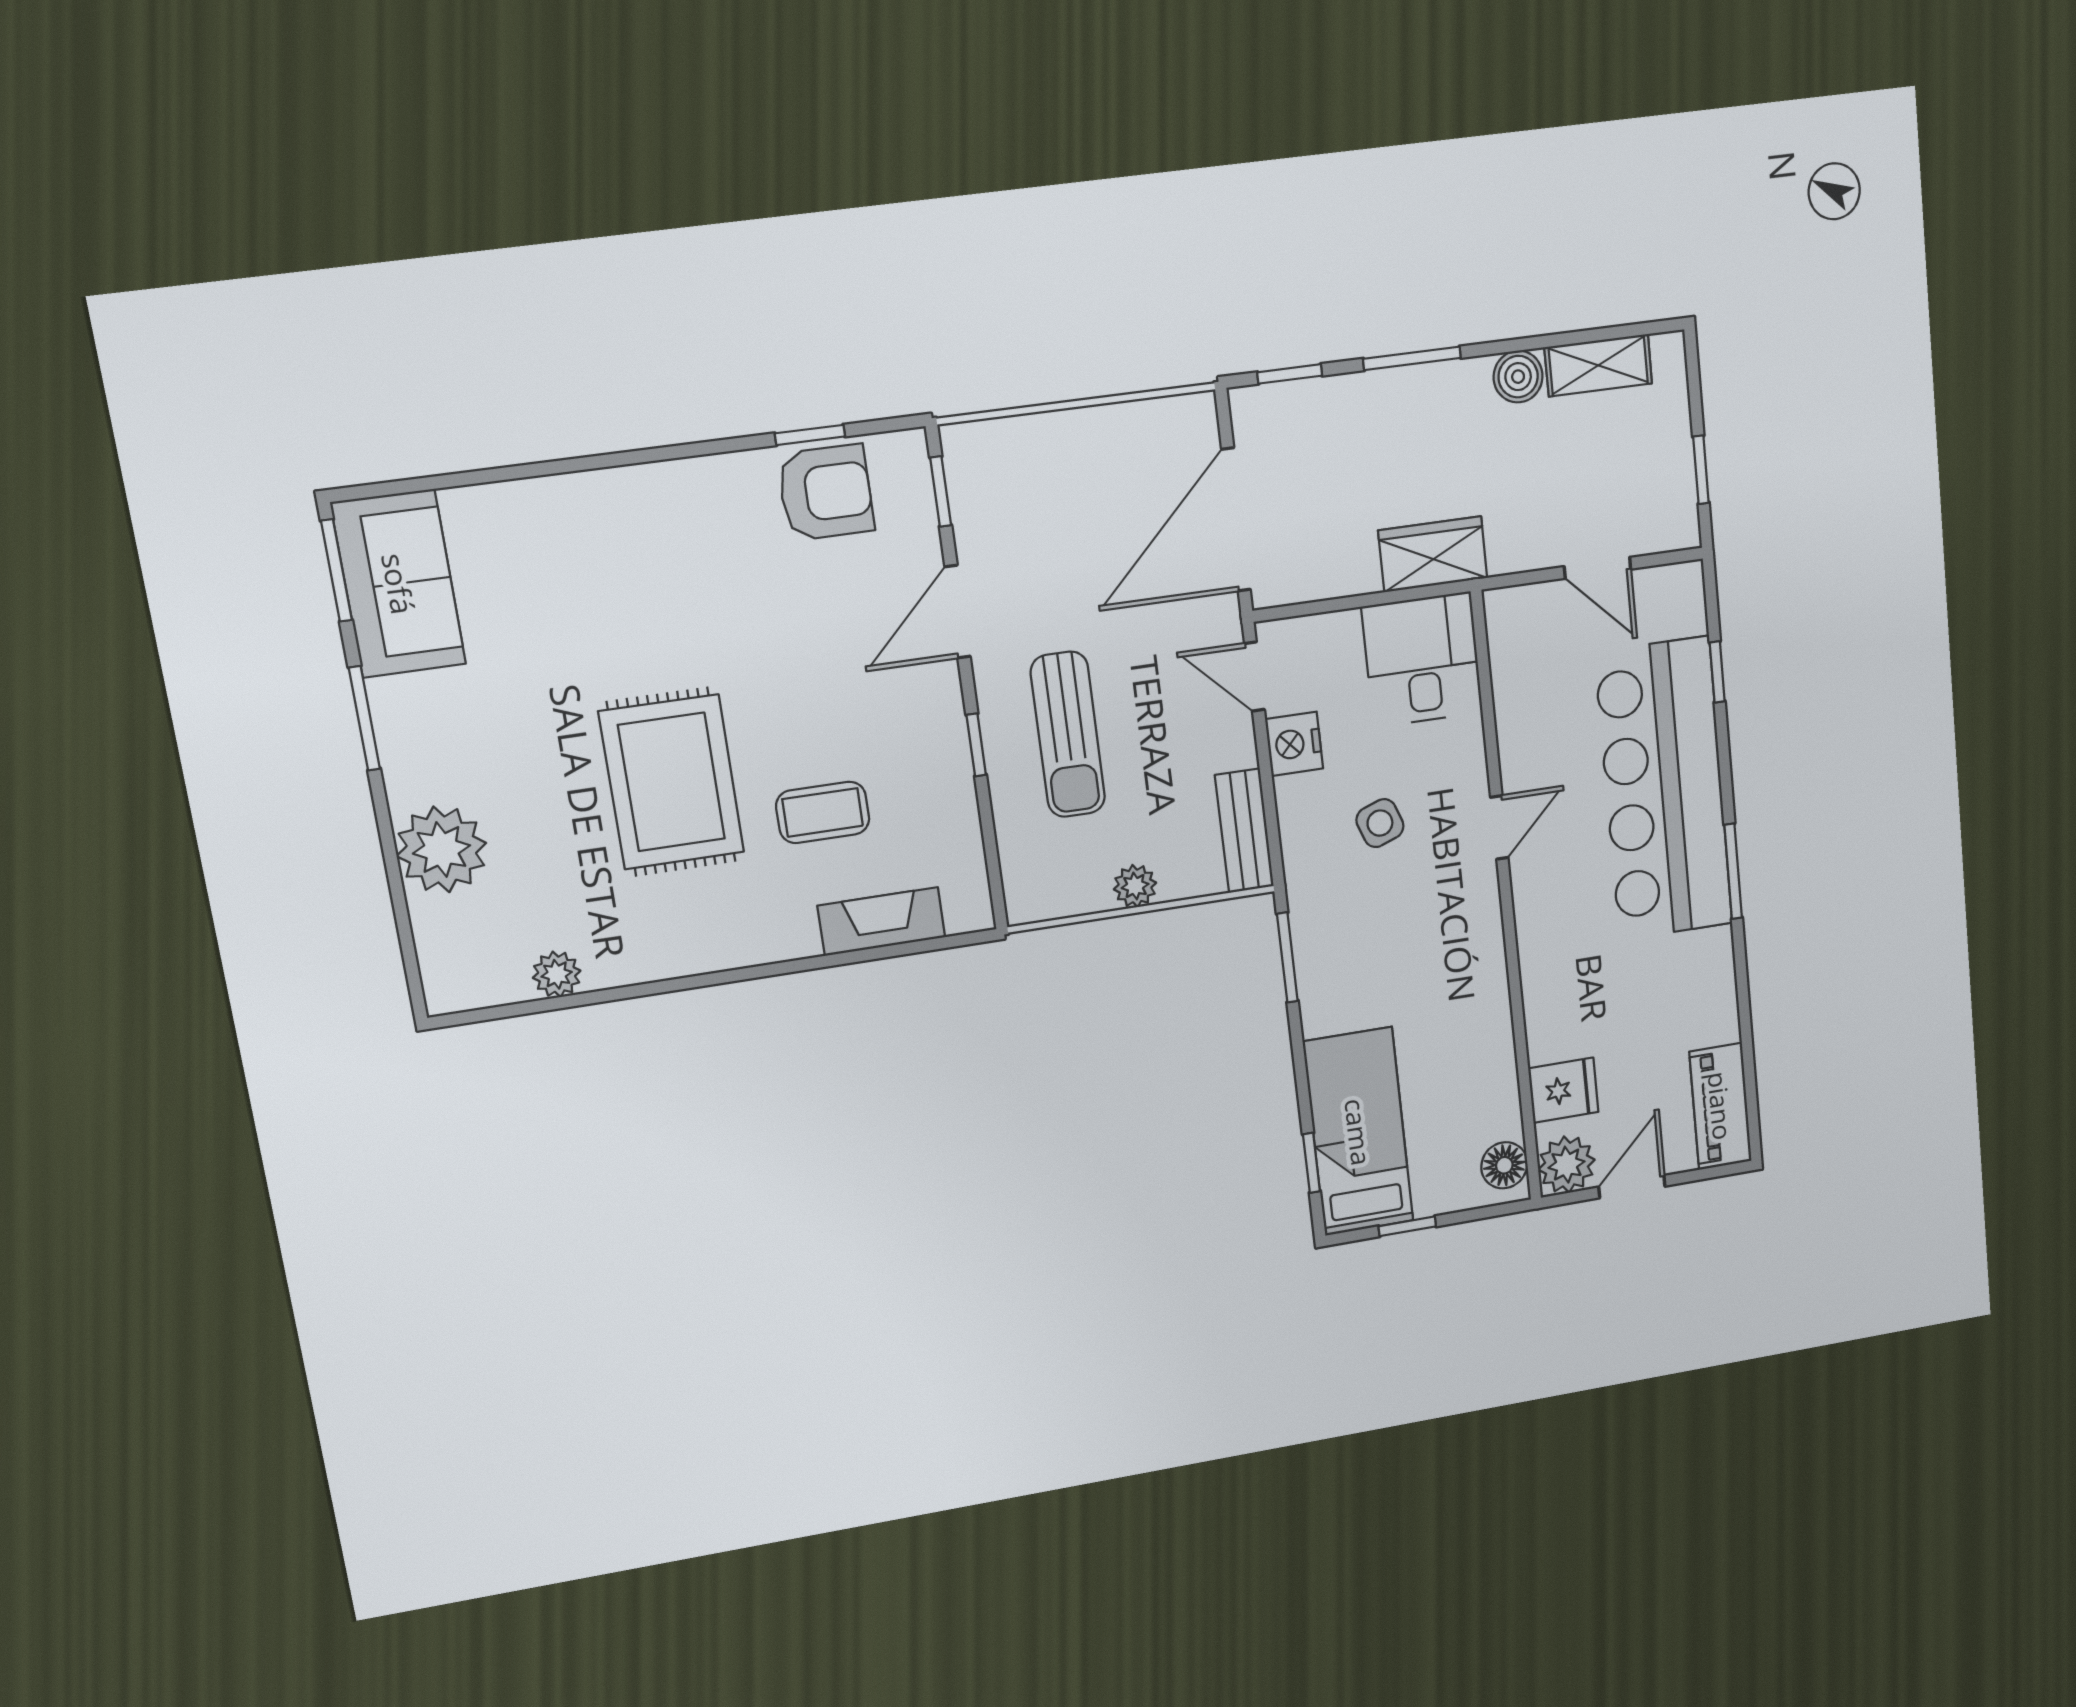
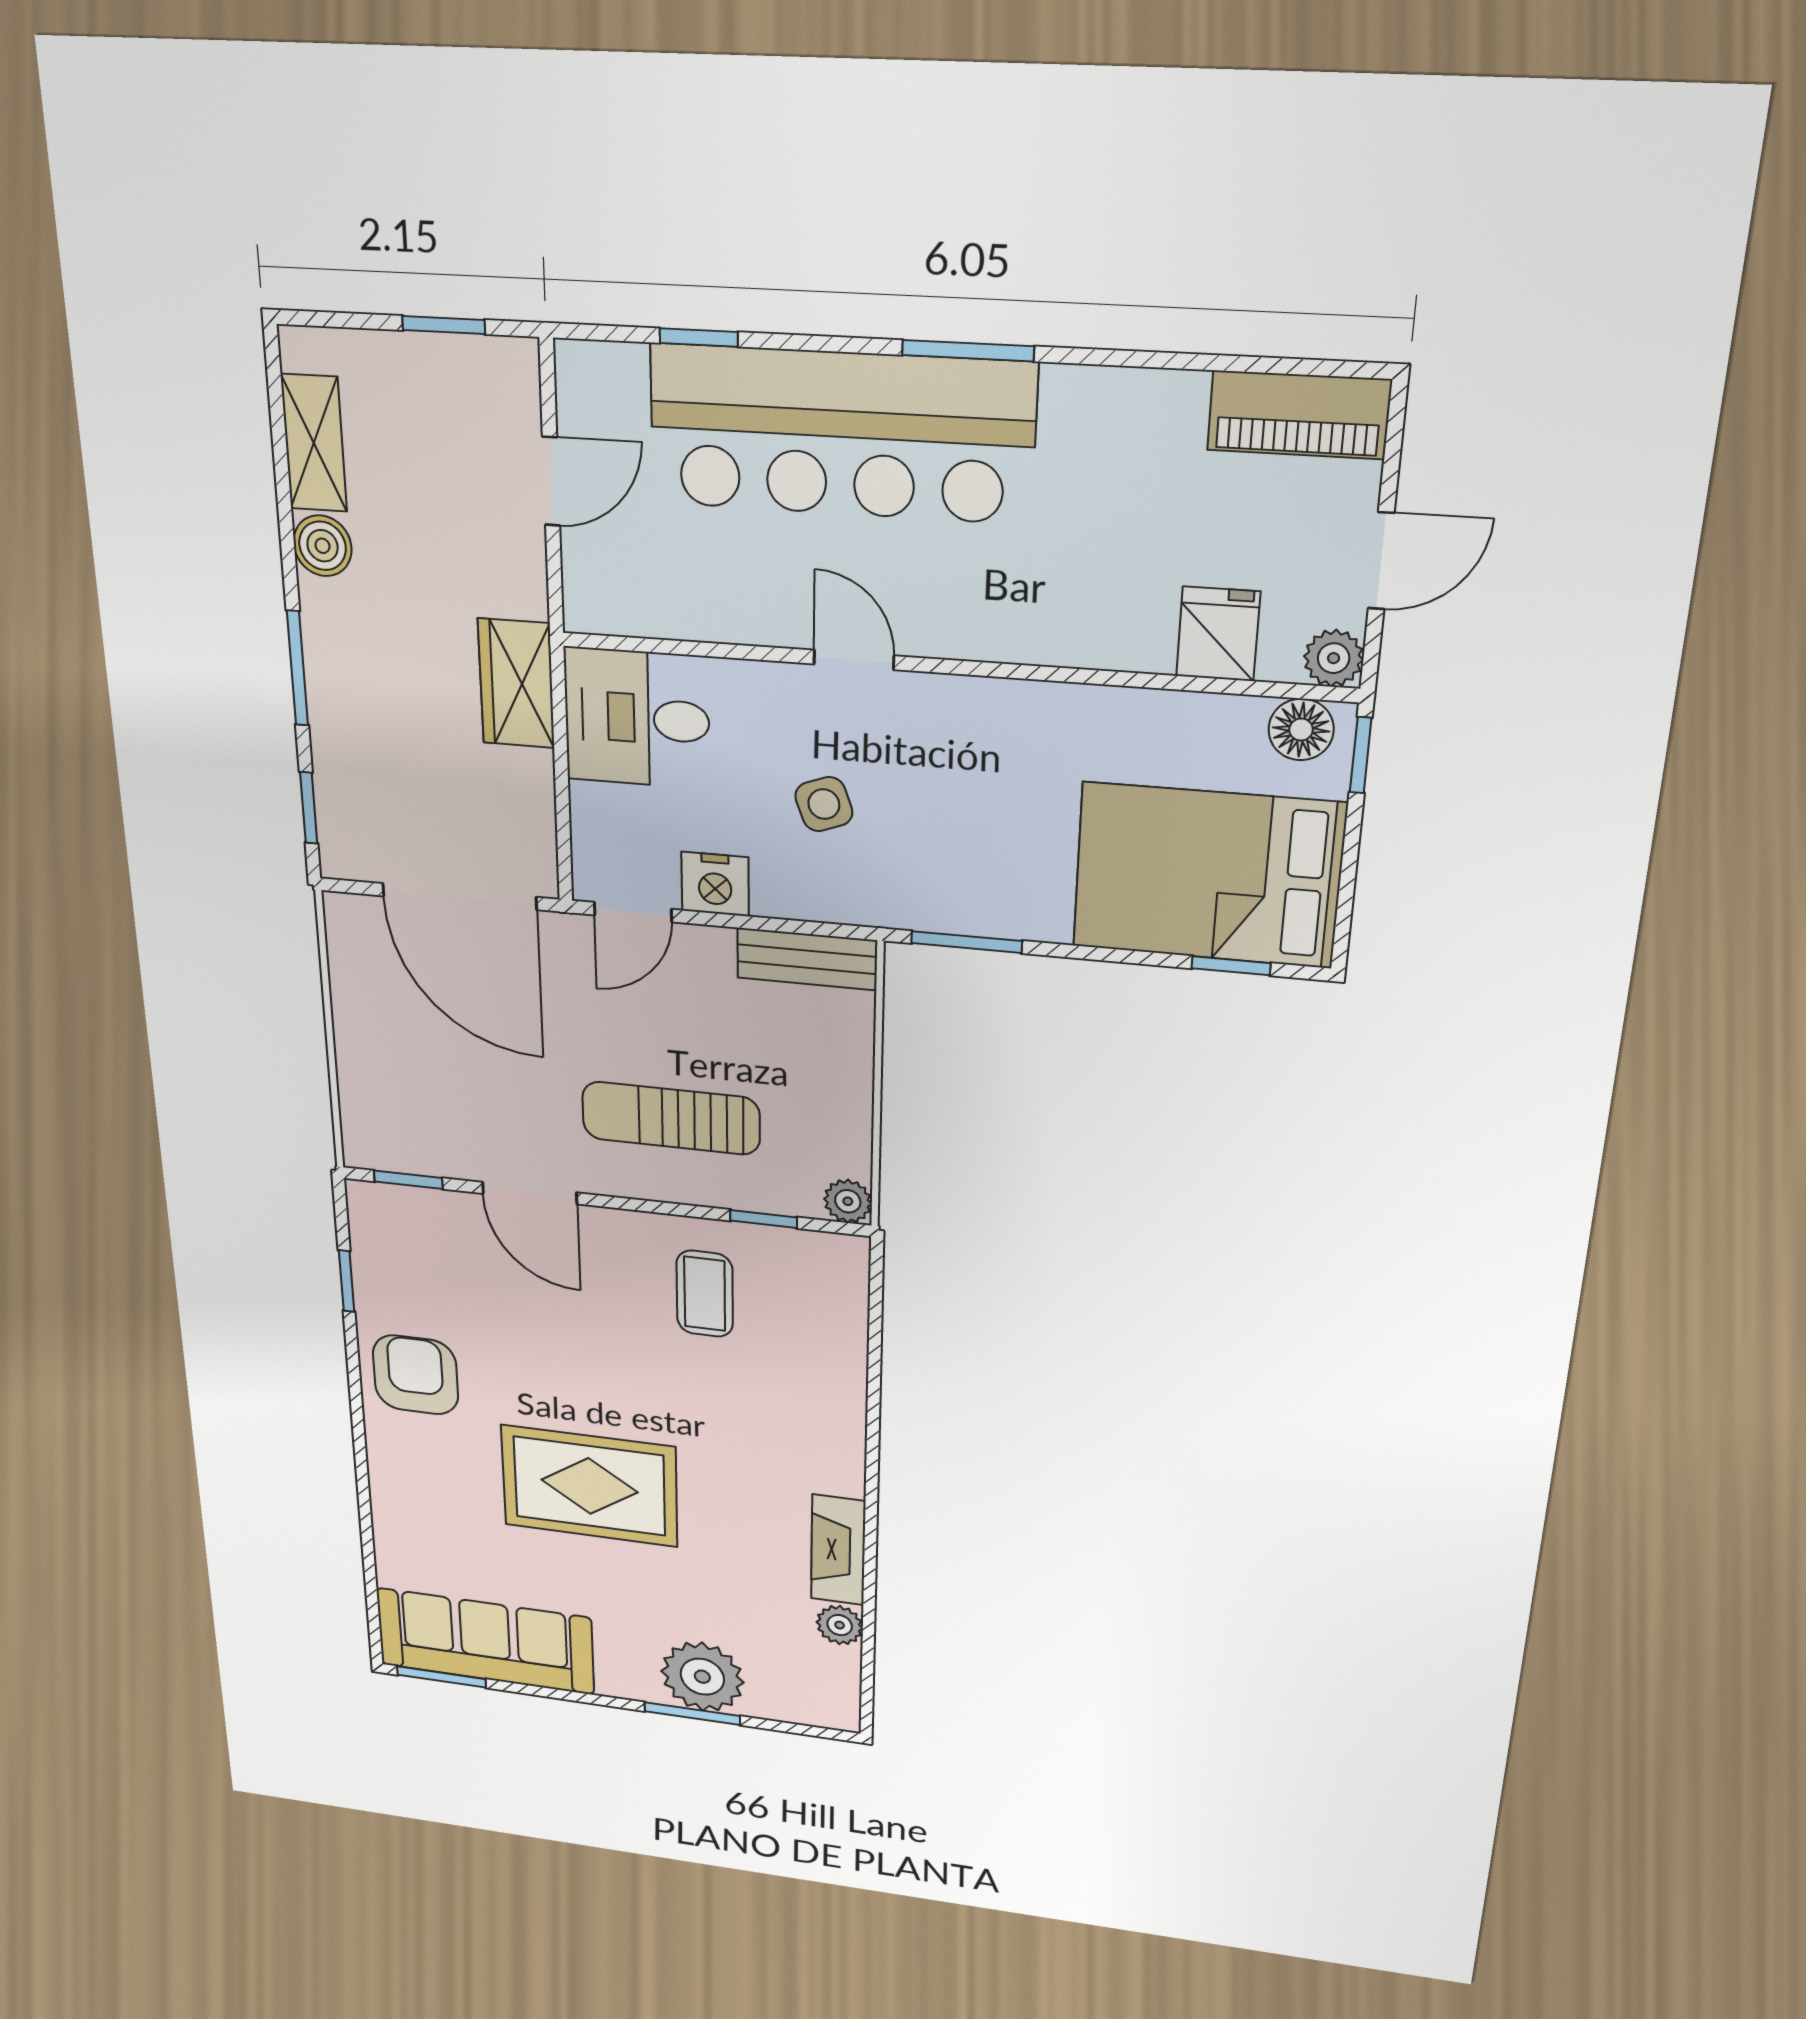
armchair: (826, 492) -> (416, 1375), moved
sofa: (398, 584) -> (485, 1641), width x1.36
window: (364, 718) -> (692, 1714), moved
sun lounger: (1068, 735) -> (671, 1118), turned 180
window: (976, 745) -> (764, 1219), moved
rug: (672, 782) -> (589, 1486), moved
coffee table: (823, 812) -> (705, 1294), moved
plant: (1135, 886) -> (848, 1201), moved
fireplace: (881, 921) -> (838, 1550), moved
bed: (1358, 1132) -> (1208, 876), width x1.50
plant: (1567, 1165) -> (1334, 658), width x0.73, depth x0.73
door: (1632, 1187) -> (1381, 561), swing flipped
window: (1407, 1226) -> (1361, 755), moved

